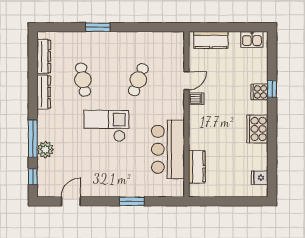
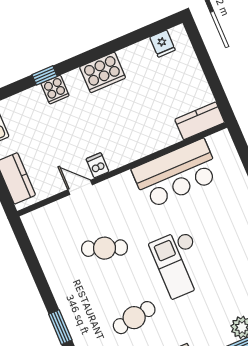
kitchen counter: (197, 167) -> (200, 121), moved

